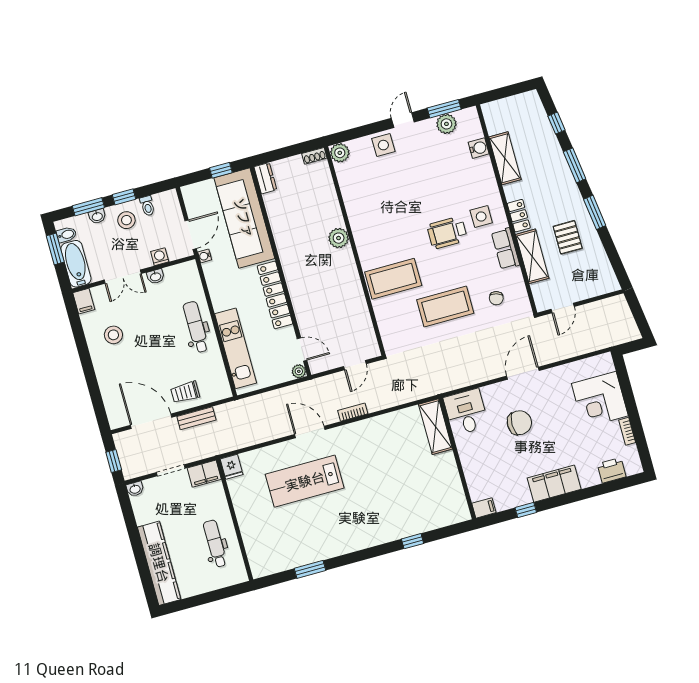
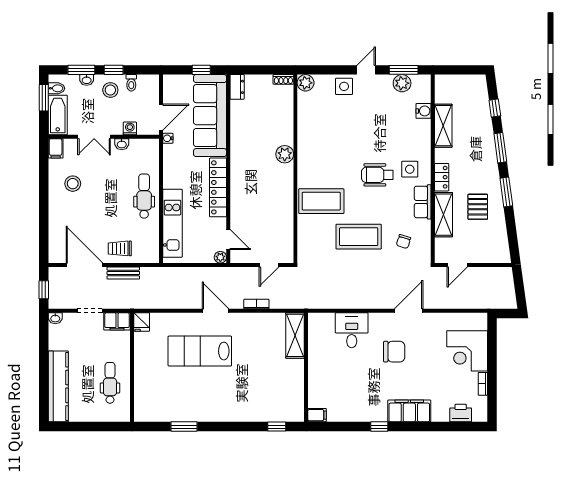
shelving: (435, 427) -> (295, 335), moved
wall: (457, 458) -> (306, 367), moved
filing cabinet: (484, 508) -> (317, 415), moved

